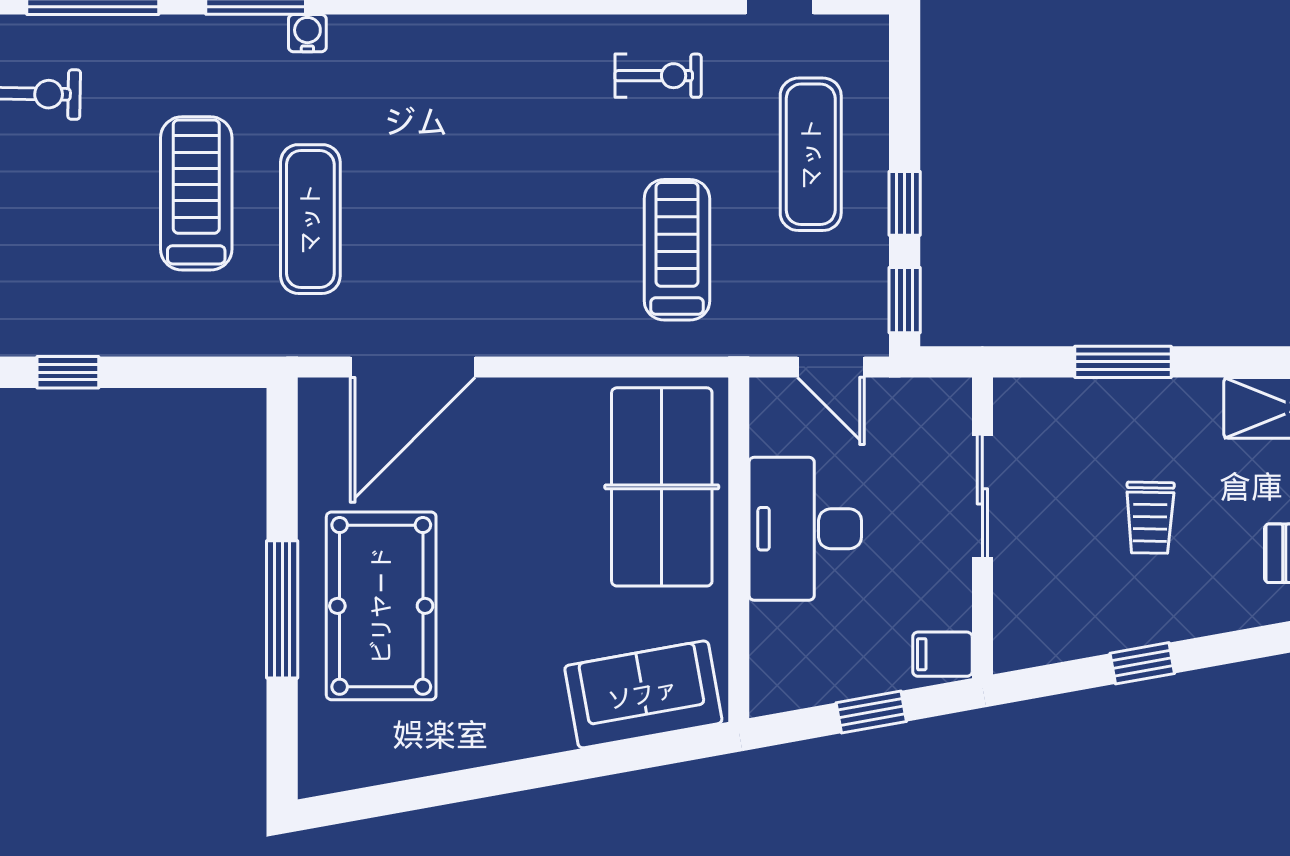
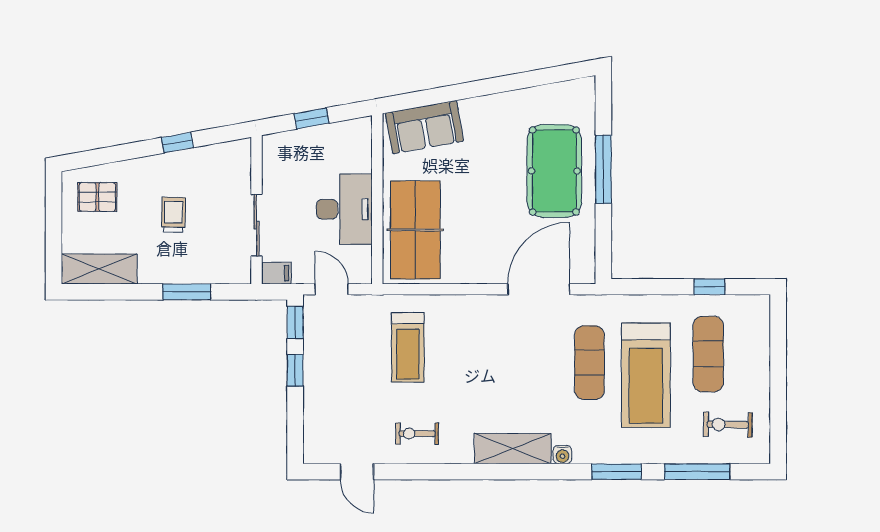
water cooler: (307, 33) -> (562, 455), moved
shelving: (465, 45) -> (513, 449), added
exercise mat: (811, 154) -> (708, 354), moved
treadmill: (196, 193) -> (646, 375), width x1.37, depth x1.38
filing cabinet: (942, 654) -> (276, 273), moved

